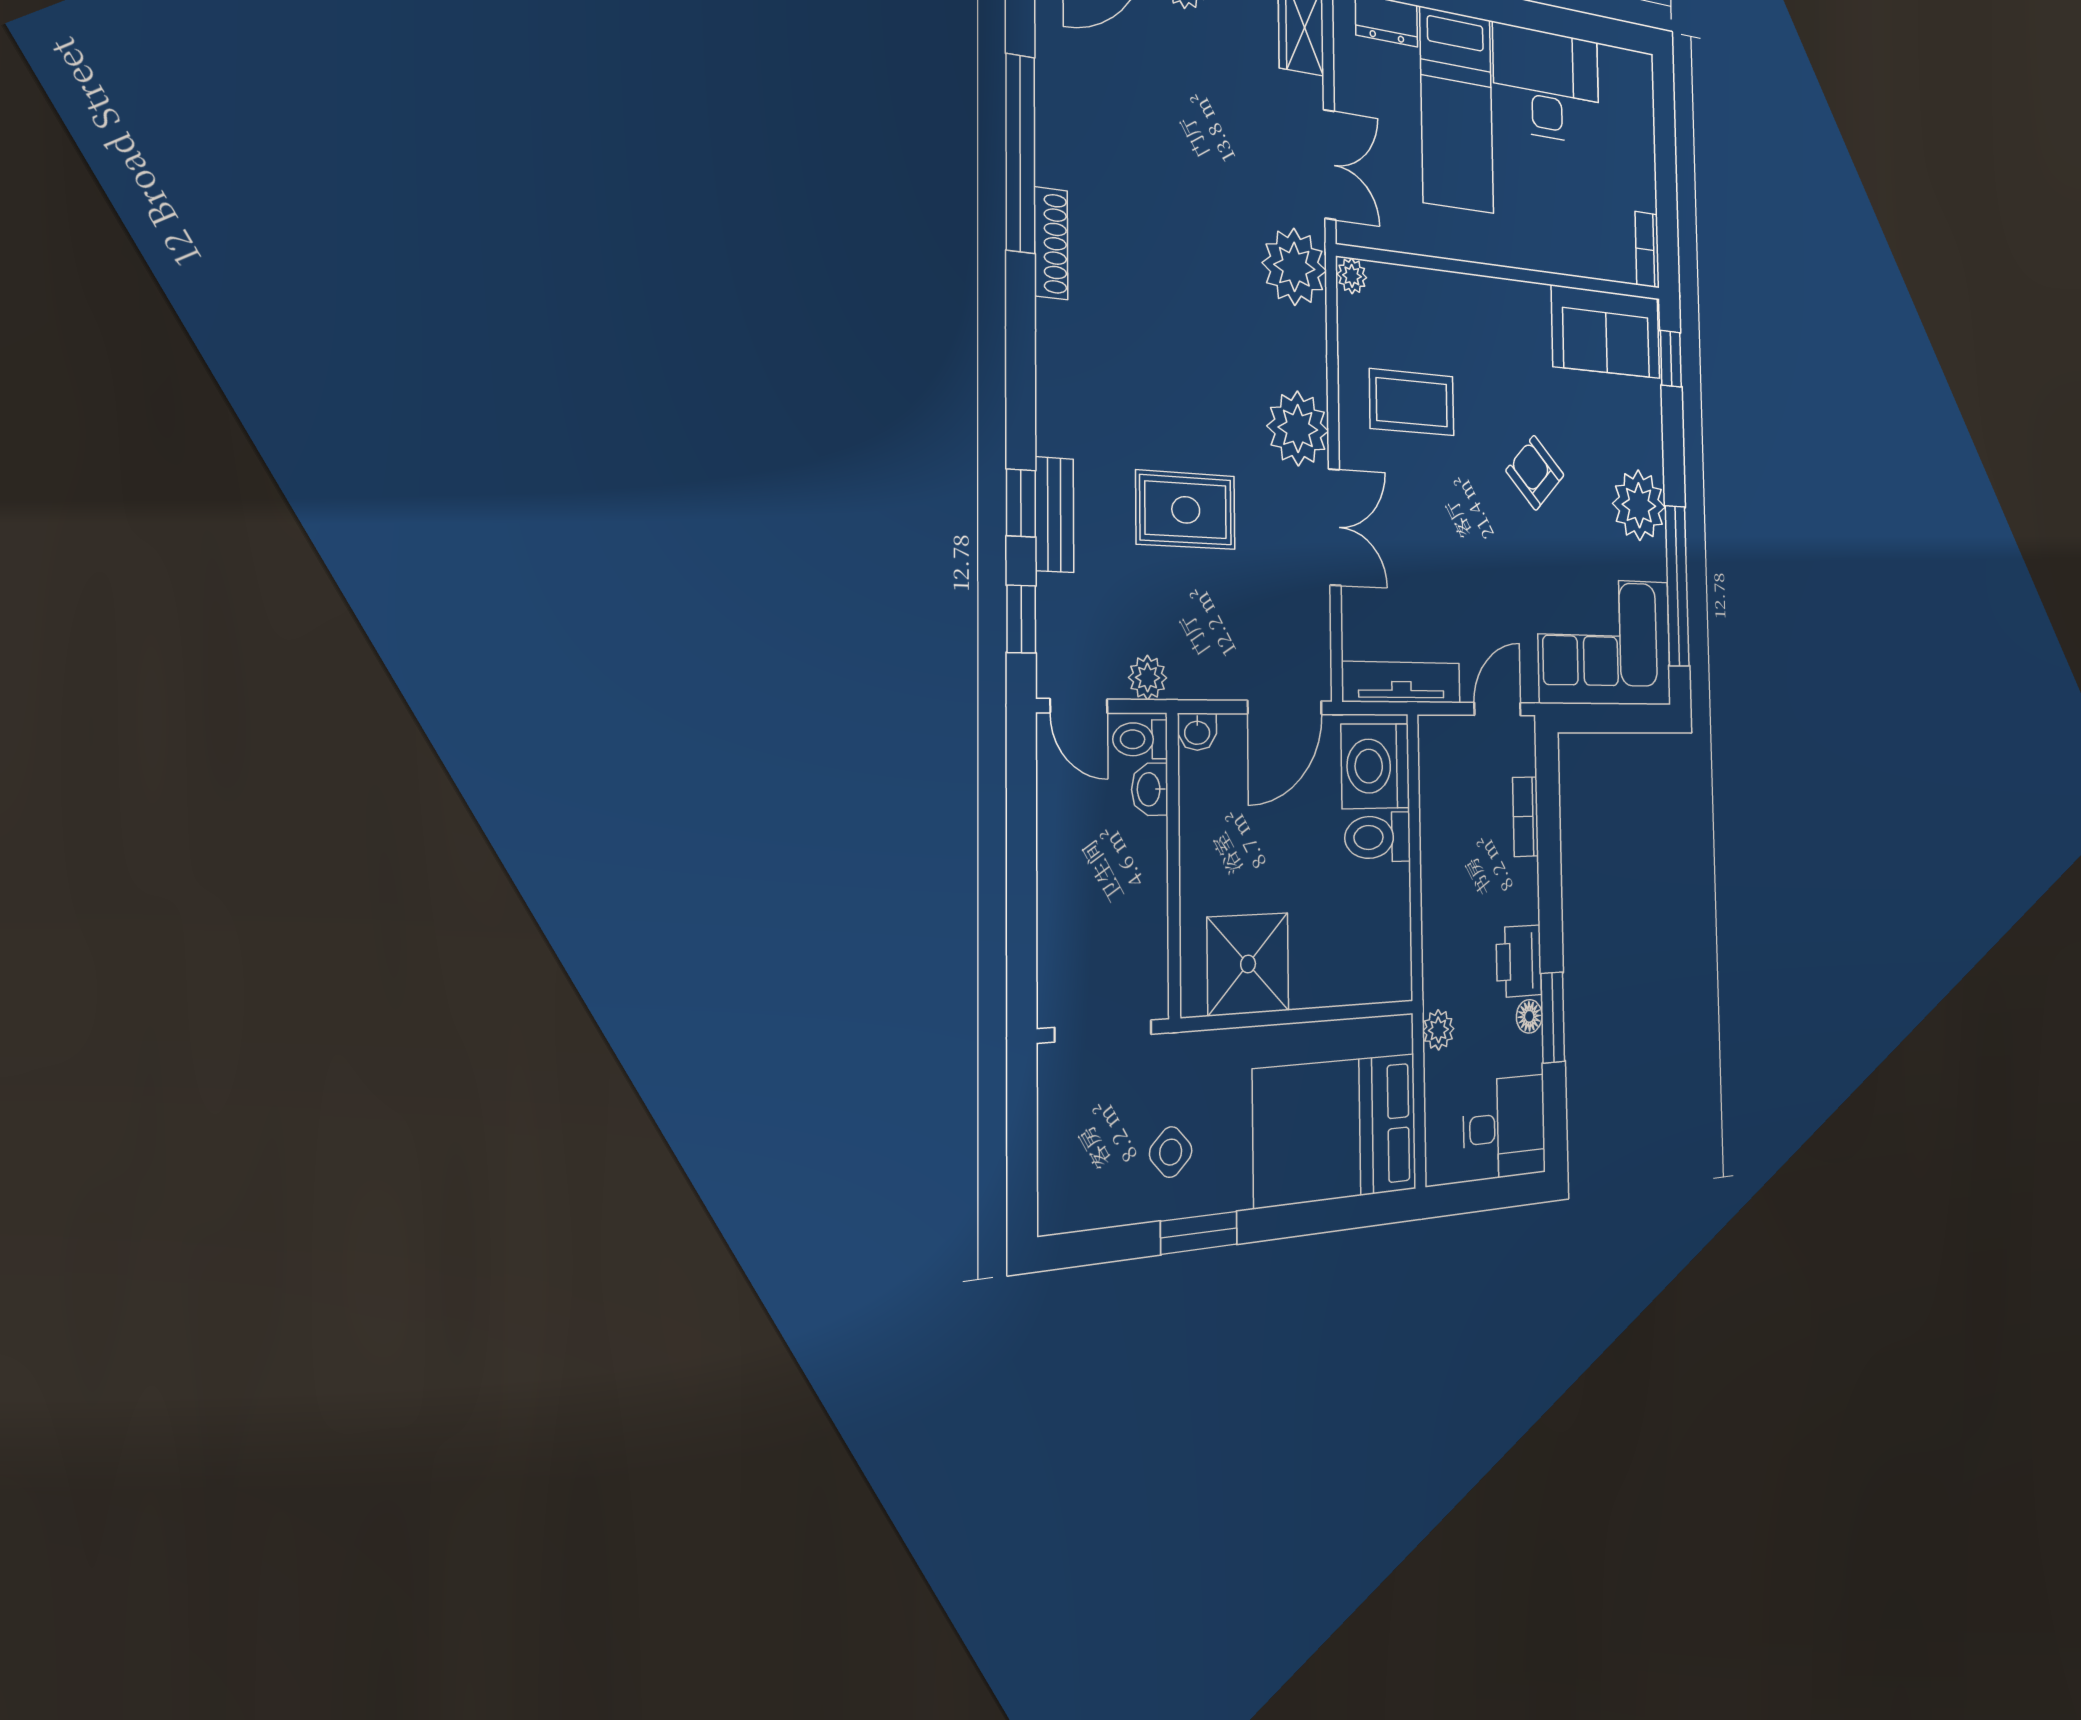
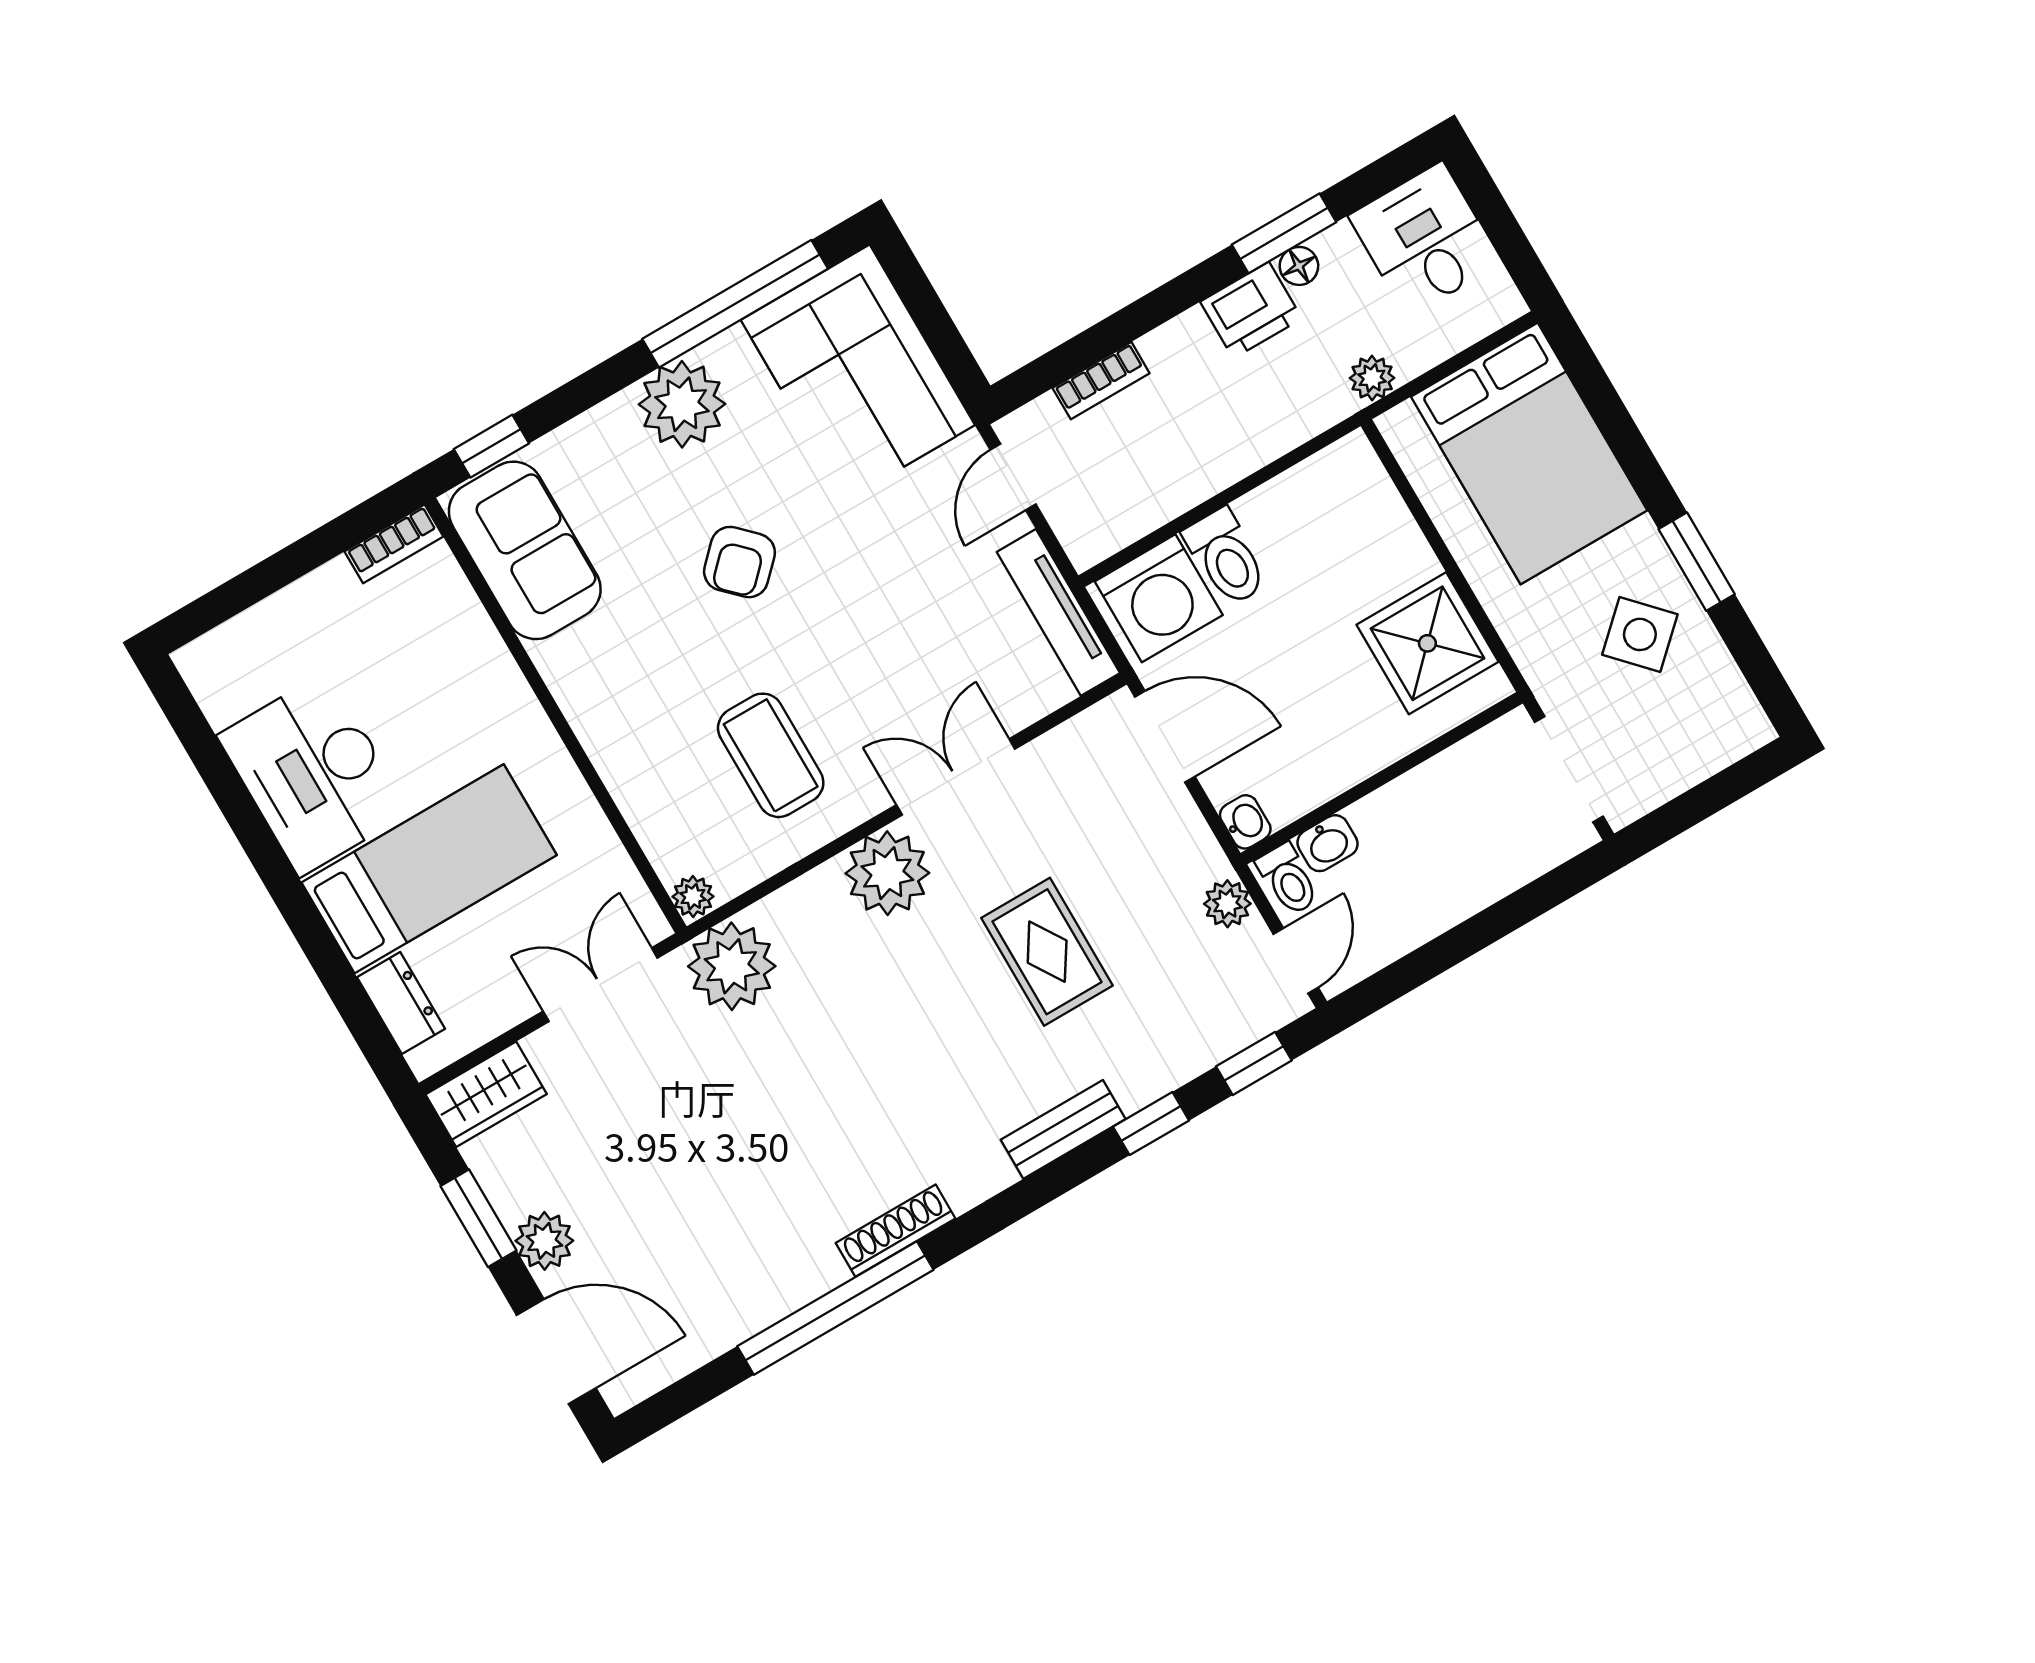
bench: (1054, 515) -> (1063, 1129), moved
door: (1498, 709) -> (1013, 477), hinge flipped
side table: (1171, 1152) -> (1640, 634), width x1.37, depth x1.37

